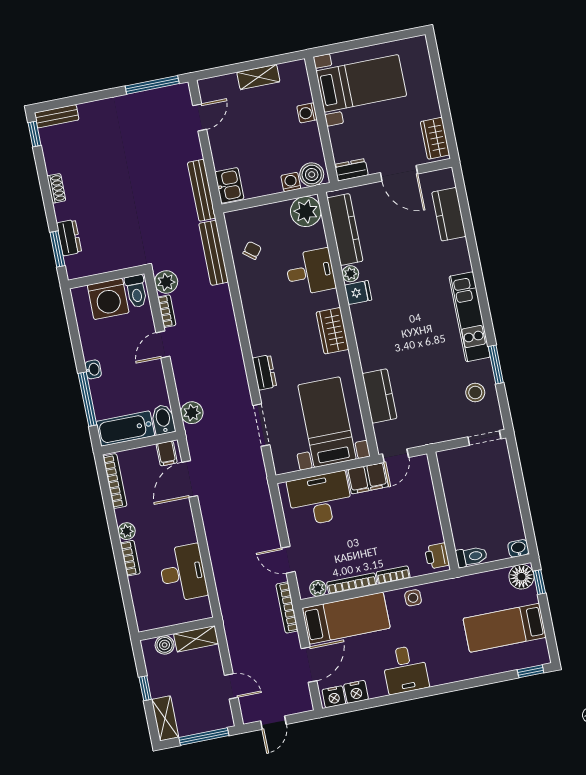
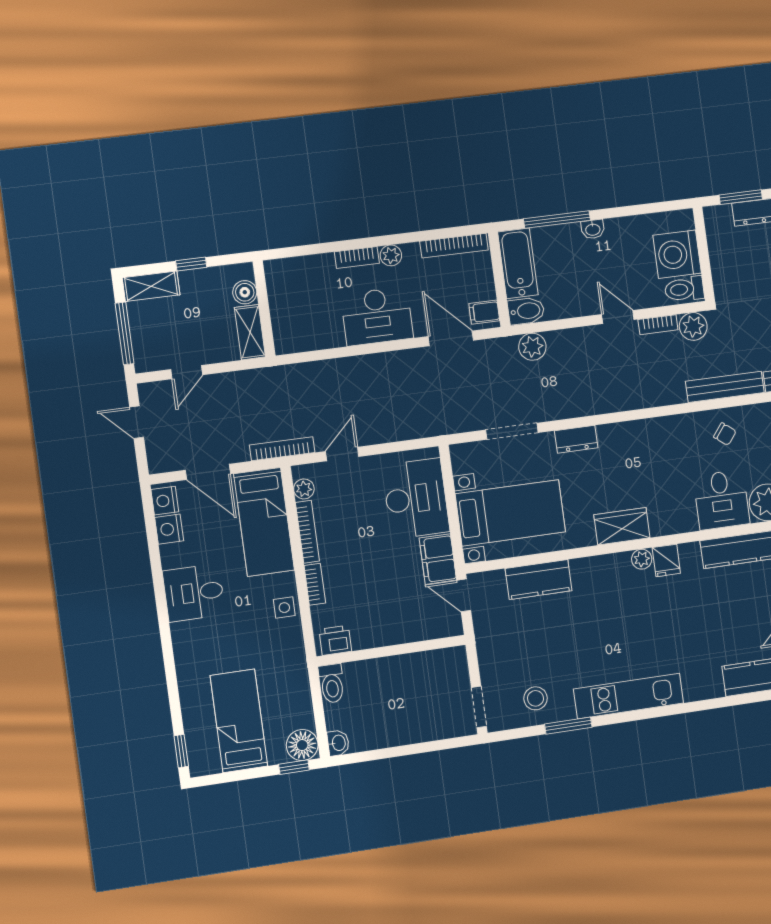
desk: (310, 272) -> (721, 500), moved
plant: (350, 274) -> (642, 559), moved
desk: (183, 573) -> (377, 316), moved

